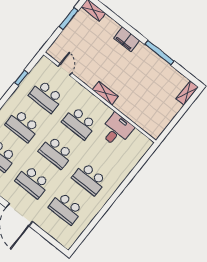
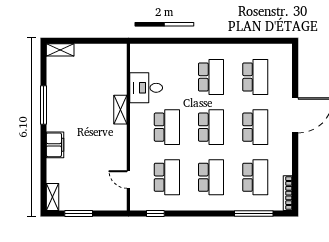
door: (65, 70) -> (128, 179), hinge flipped
window: (21, 78) -> (155, 213), moved
shelving: (105, 93) -> (120, 110), moved

